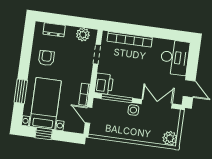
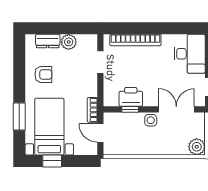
plant: (83, 35) -> (69, 42), moved
armchair: (46, 58) -> (43, 74), turned 90
printer: (104, 84) -> (131, 97), moved, turned -90
window: (117, 98) -> (130, 109), width x0.46

